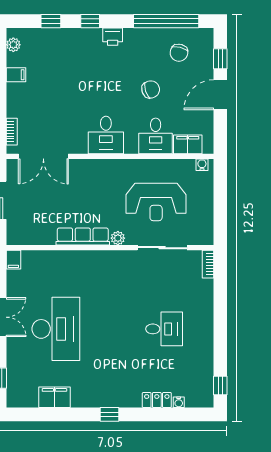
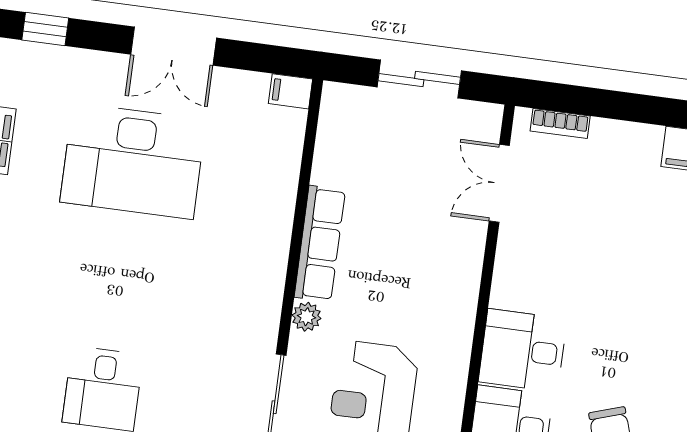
desk: (106, 135) -> (523, 350), moved
double door: (43, 156) -> (499, 183), width x0.73

